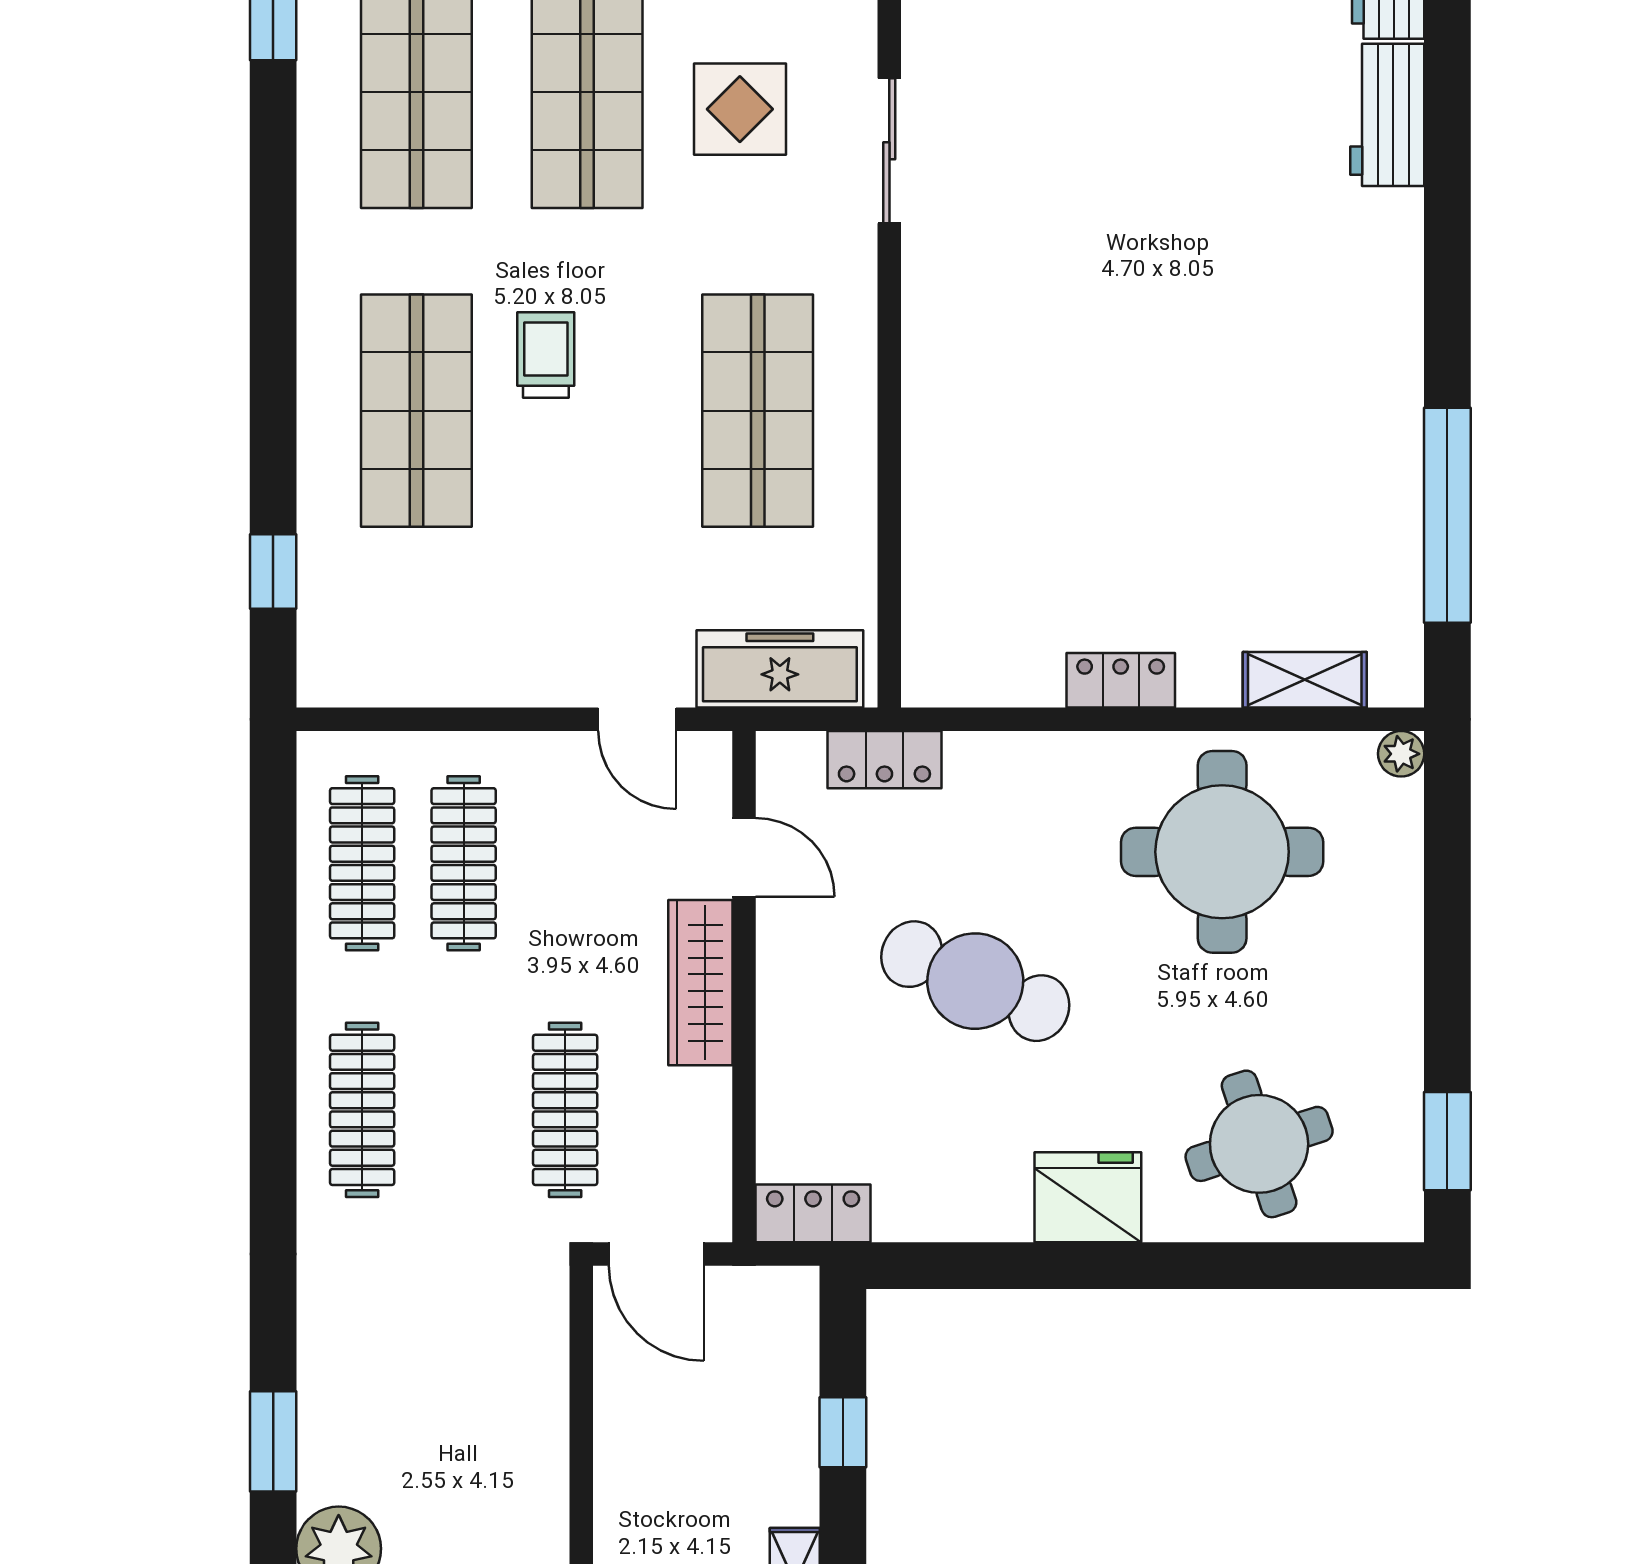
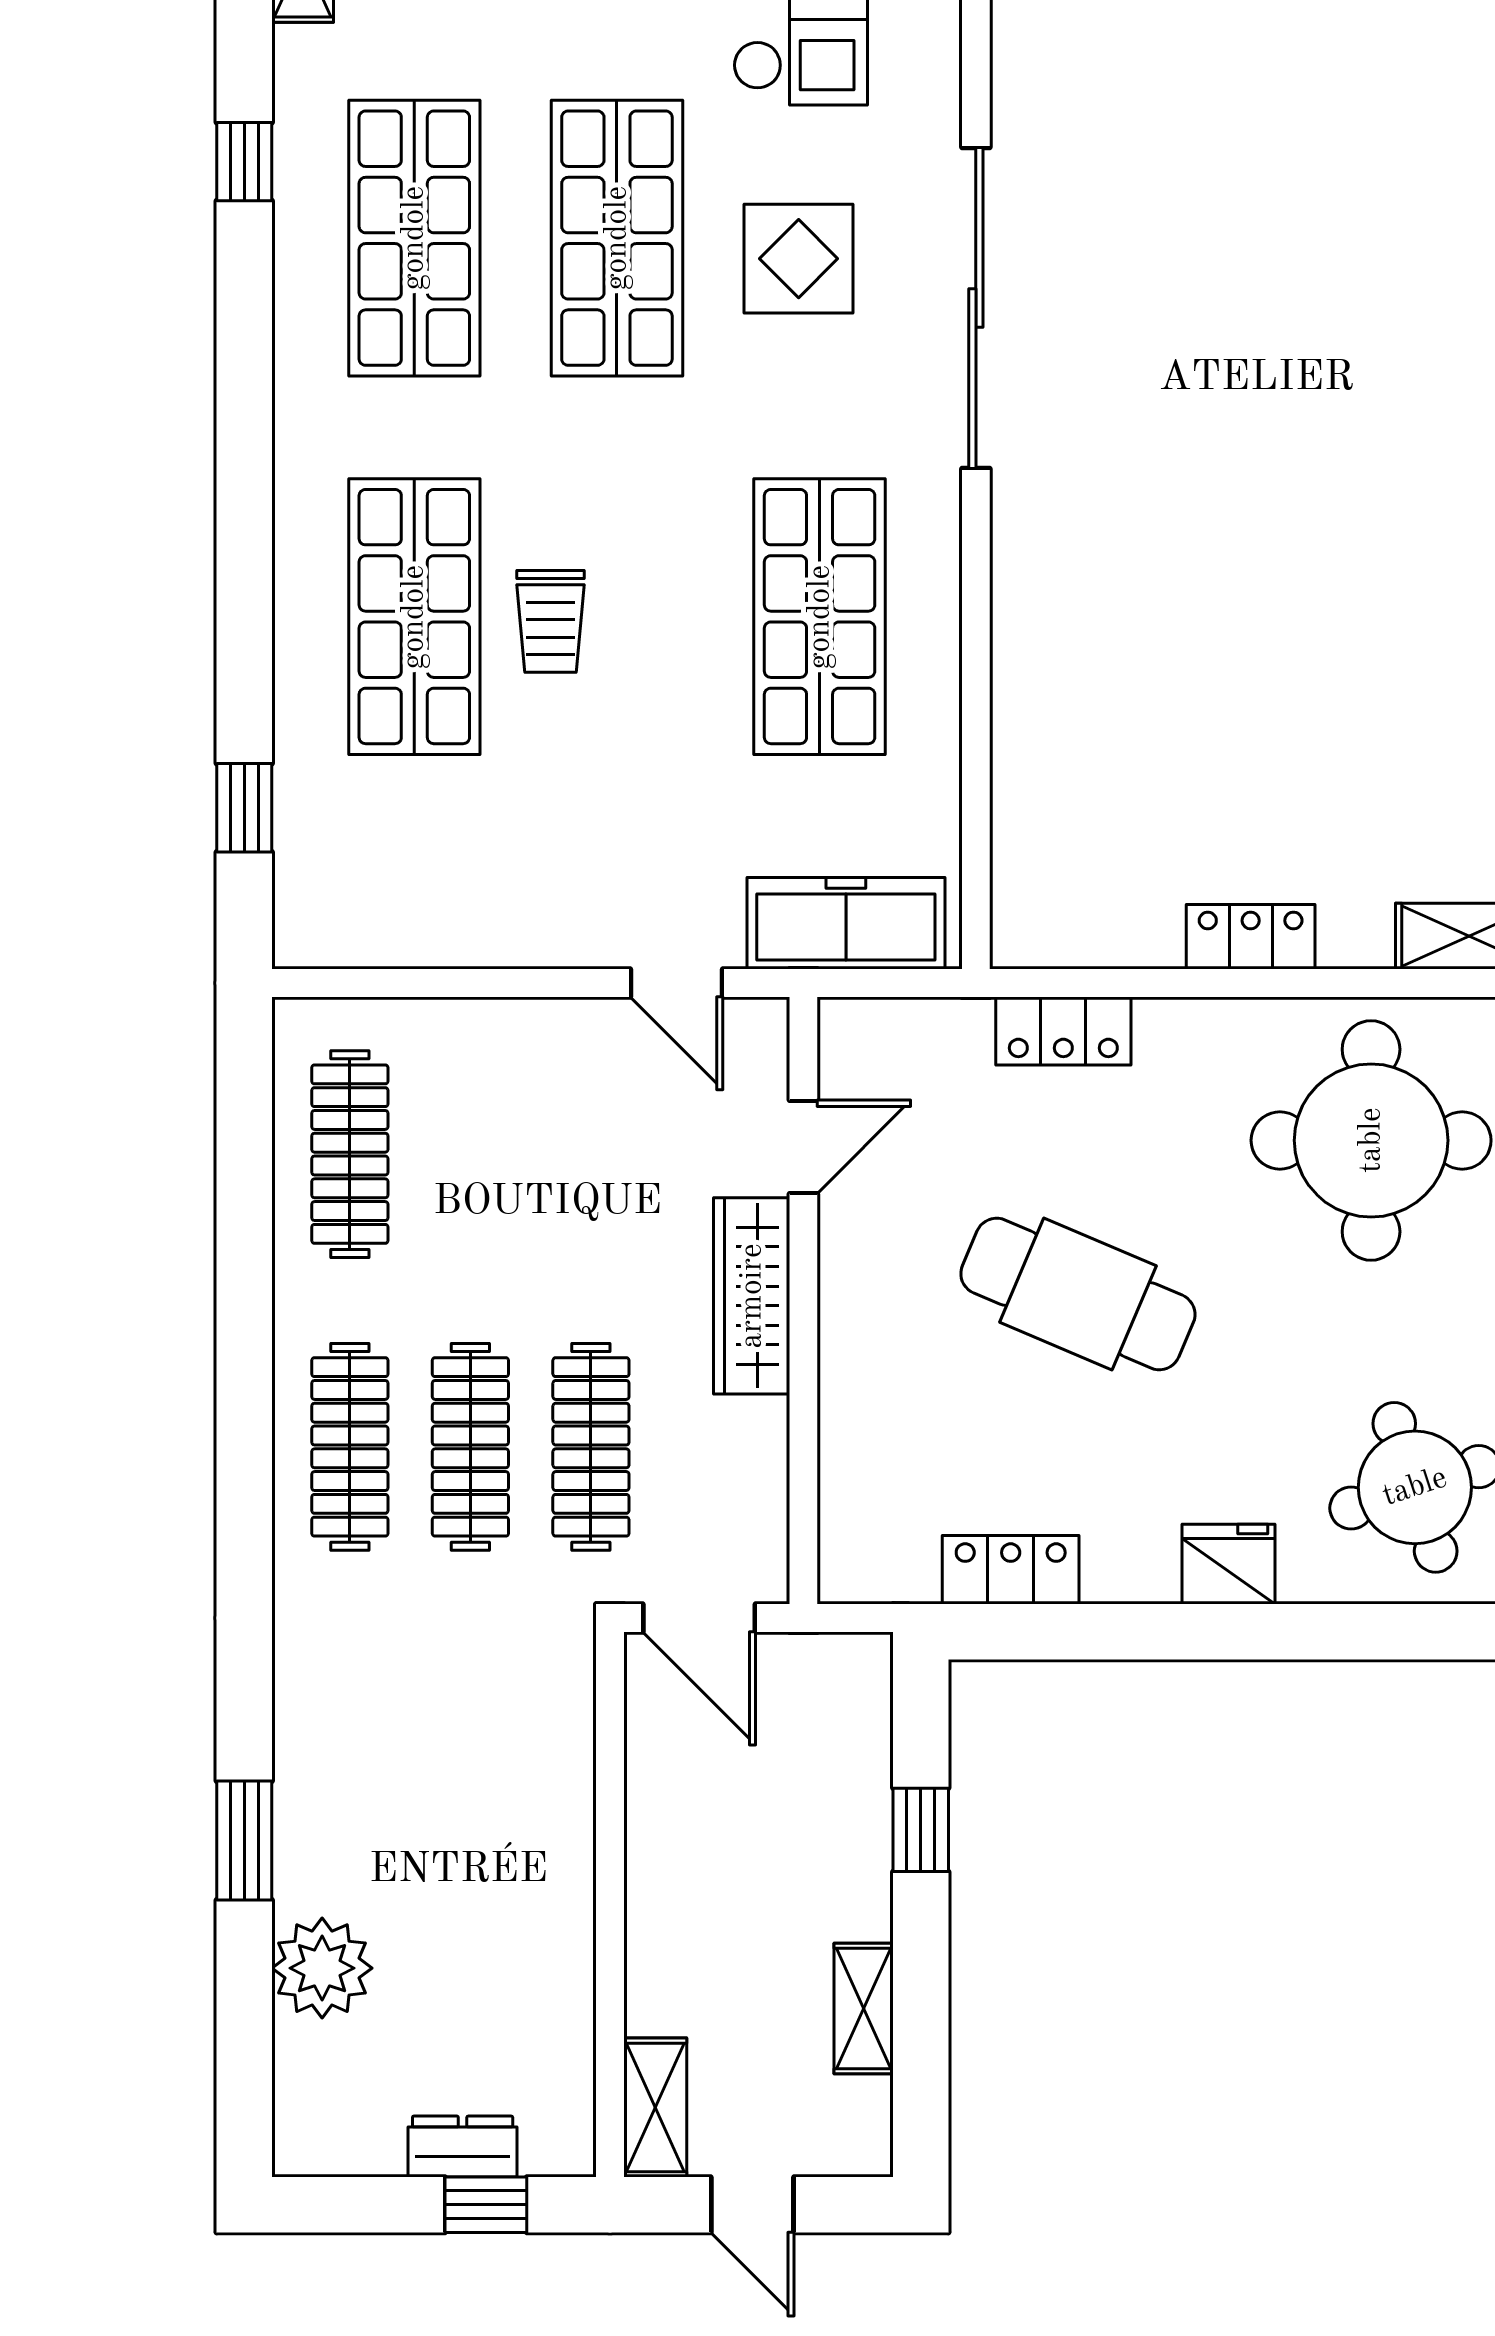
sliding door: (889, 151) -> (976, 308), width x1.86
trolley: (546, 355) -> (551, 621), moved, turned 180
locker: (884, 760) -> (1063, 1031), moved
door: (744, 857) -> (803, 1147), hinge flipped
clothes rail: (464, 863) -> (470, 1447), moved
fridge: (1088, 1197) -> (1229, 1564), width x0.73, depth x0.75
locker: (813, 1213) -> (1011, 1570), moved

